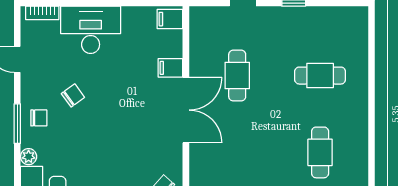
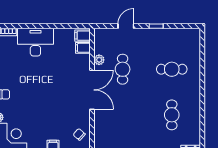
plant: (198, 60) -> (99, 60), added
filing cabinet: (170, 68) -> (83, 48), moved
chair: (73, 95) -> (25, 81), removed

